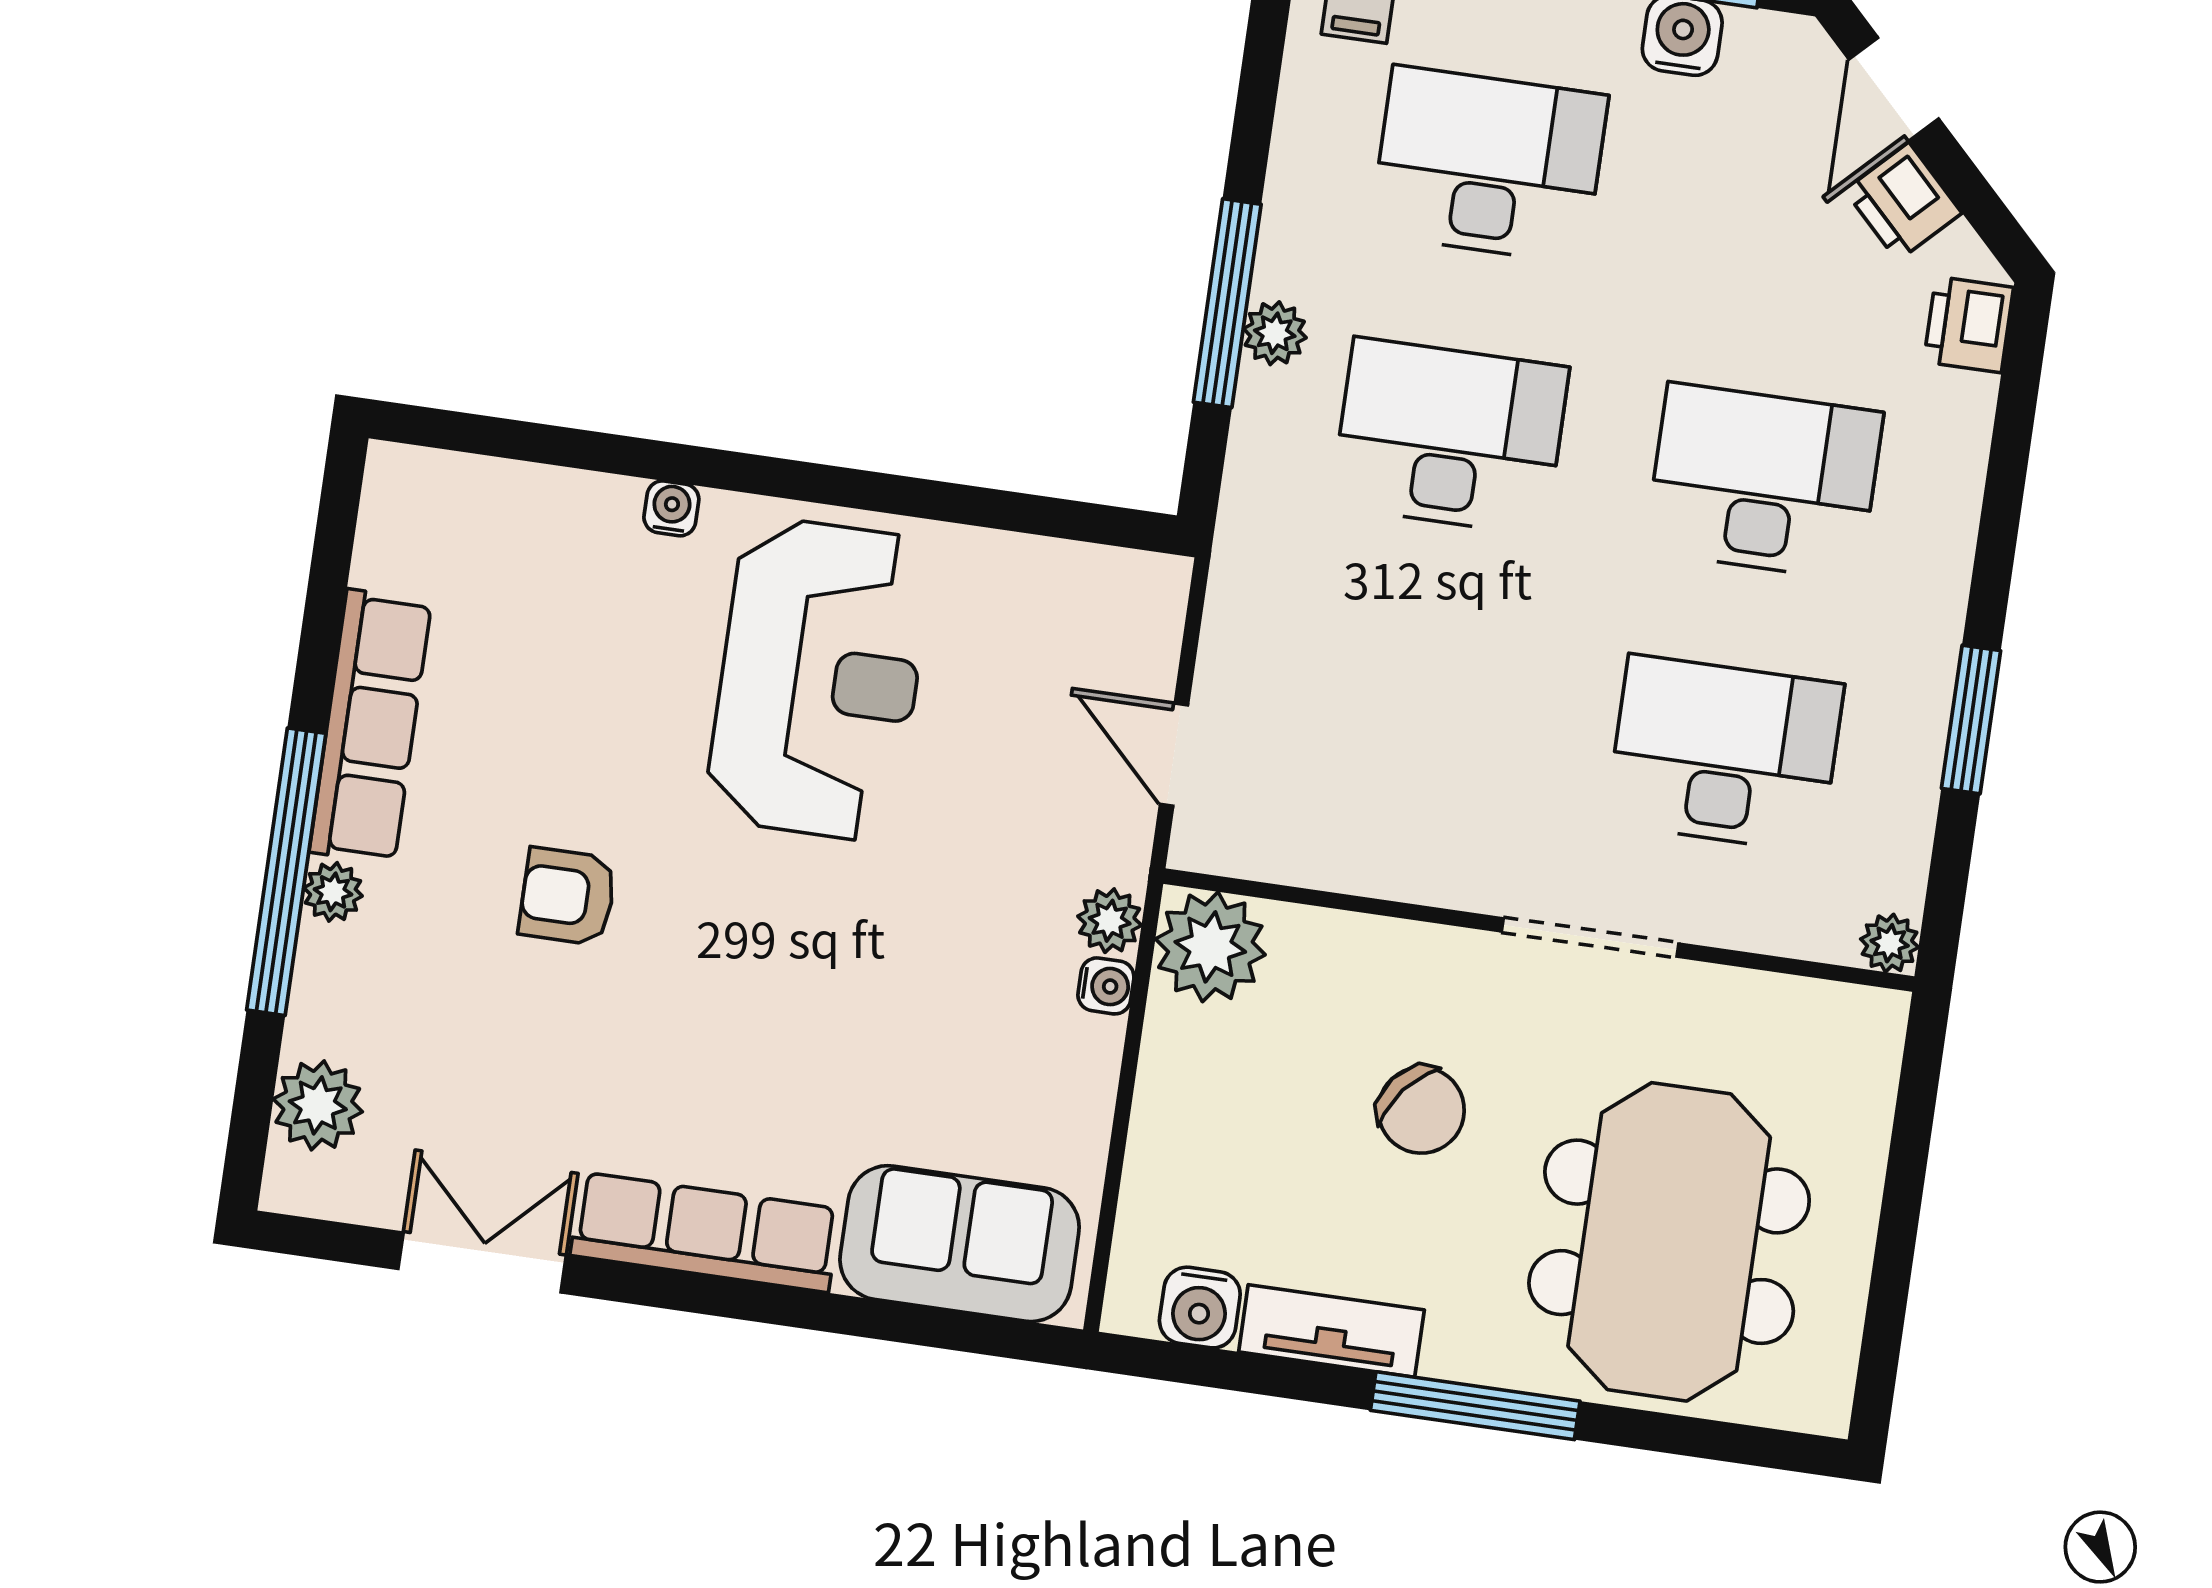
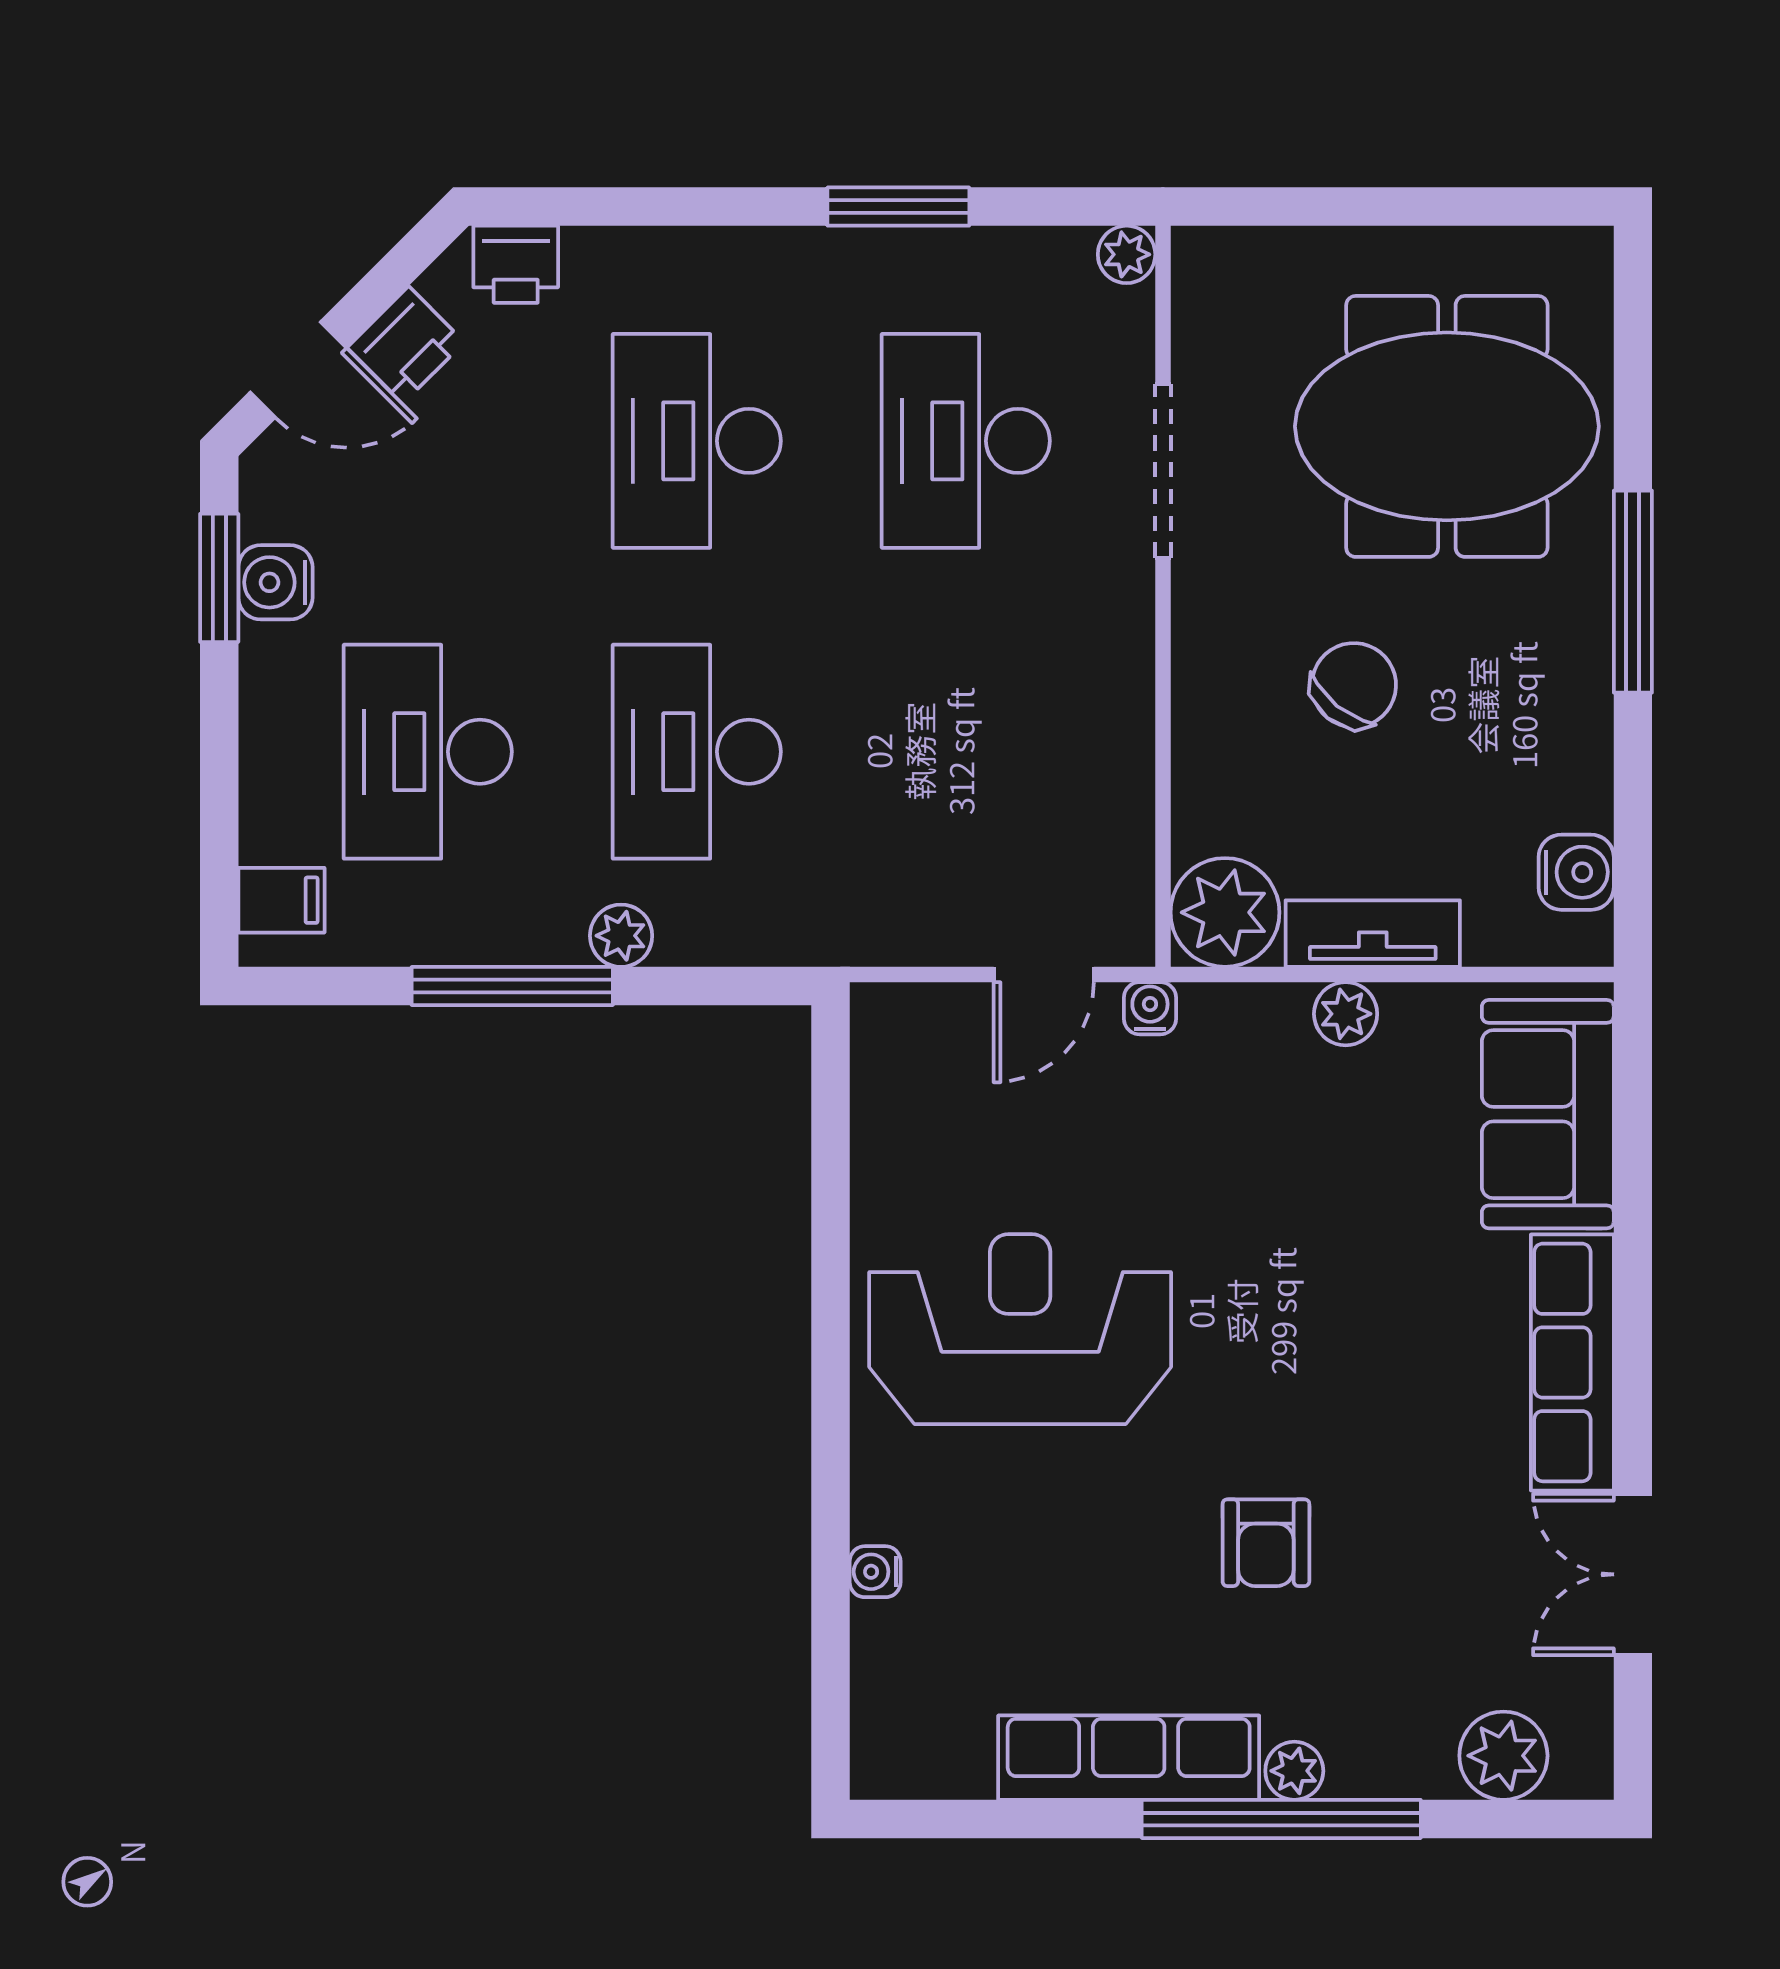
window: (1227, 303) -> (512, 986), moved
water cooler: (671, 508) -> (875, 1572), moved
plant: (1110, 921) -> (1346, 1014), moved
doorway: (1590, 938) -> (1163, 471), moved
water cooler: (1106, 986) -> (1150, 1008), moved
tv unit: (1331, 1331) -> (1373, 934), moved, turned 90

